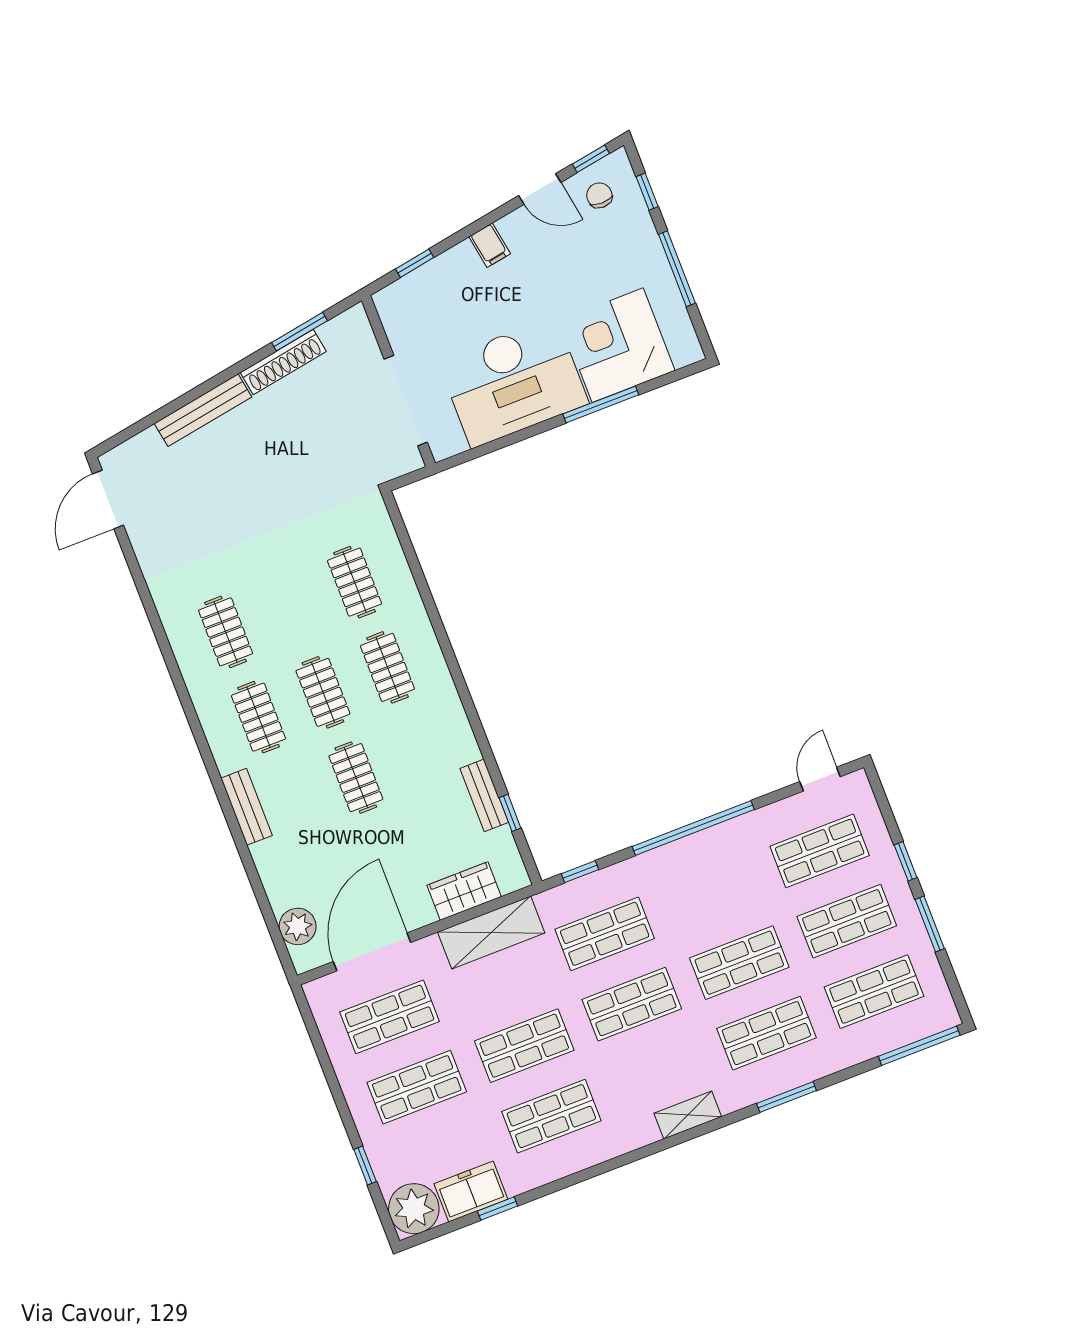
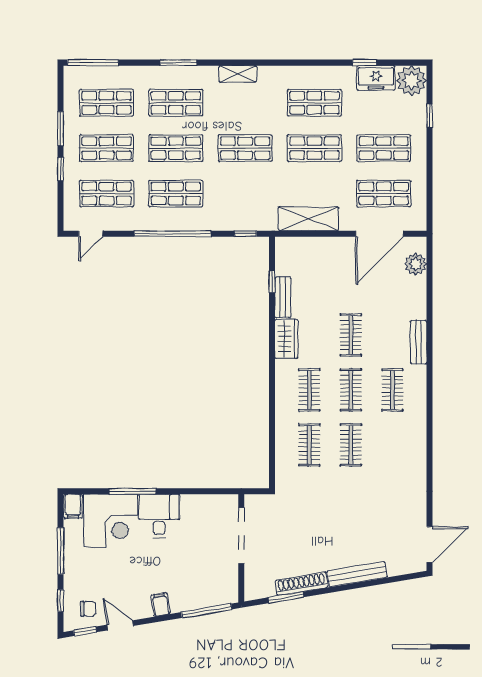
chair: (599, 195) -> (88, 609), turned -90
window: (415, 263) -> (207, 611), width x2.17
filing cabinet: (684, 345) -> (73, 506), added
desk: (513, 382) -> (159, 516), width x0.53, depth x0.77
clothes rail: (226, 632) -> (351, 445), moved
wardrobe: (464, 891) -> (286, 339), moved, turned -90
shop shelf: (605, 934) -> (176, 194), moved

